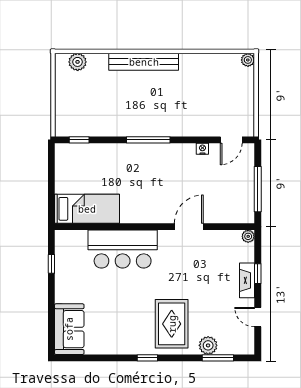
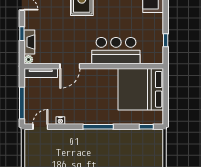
window: (258, 189) -> (22, 103), moved
bed: (87, 209) -> (141, 89), width x2.04
tv unit: (231, 217) -> (41, 73), added
fireplace: (247, 280) -> (29, 42), moved

